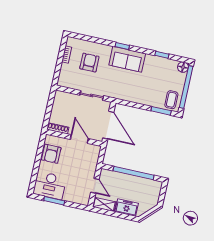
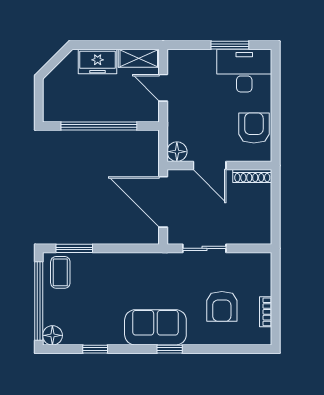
floor lamp: (95, 150) -> (177, 152), added

